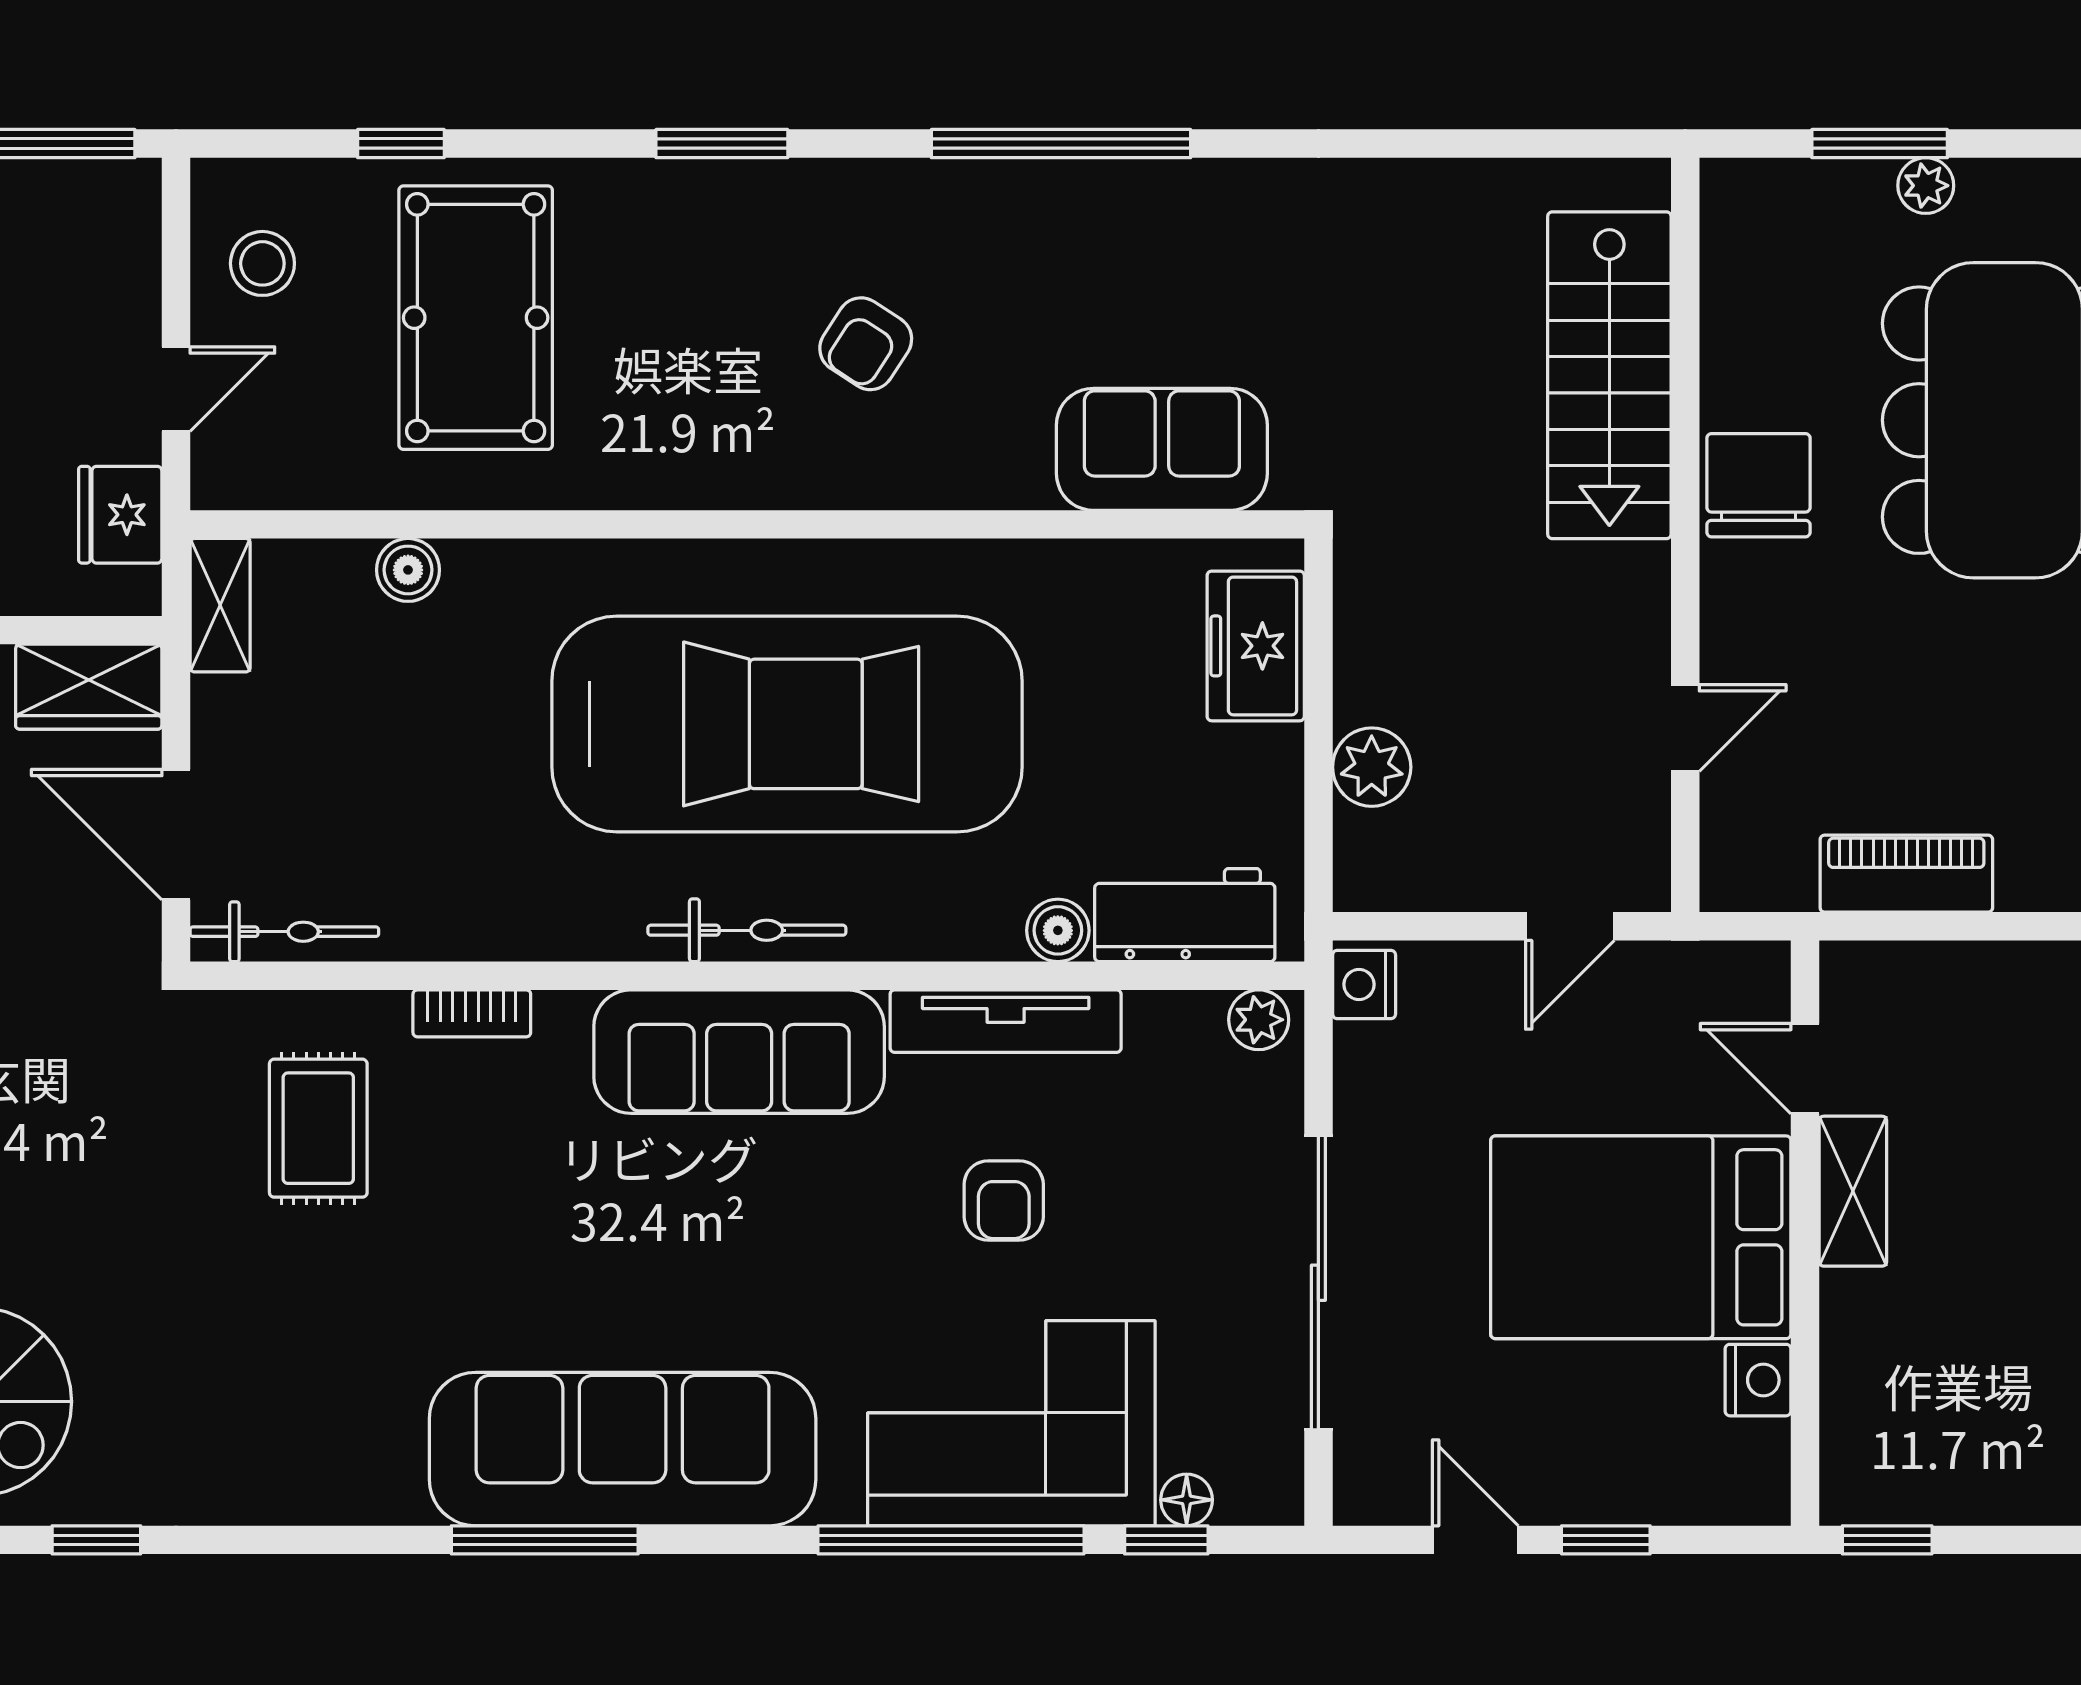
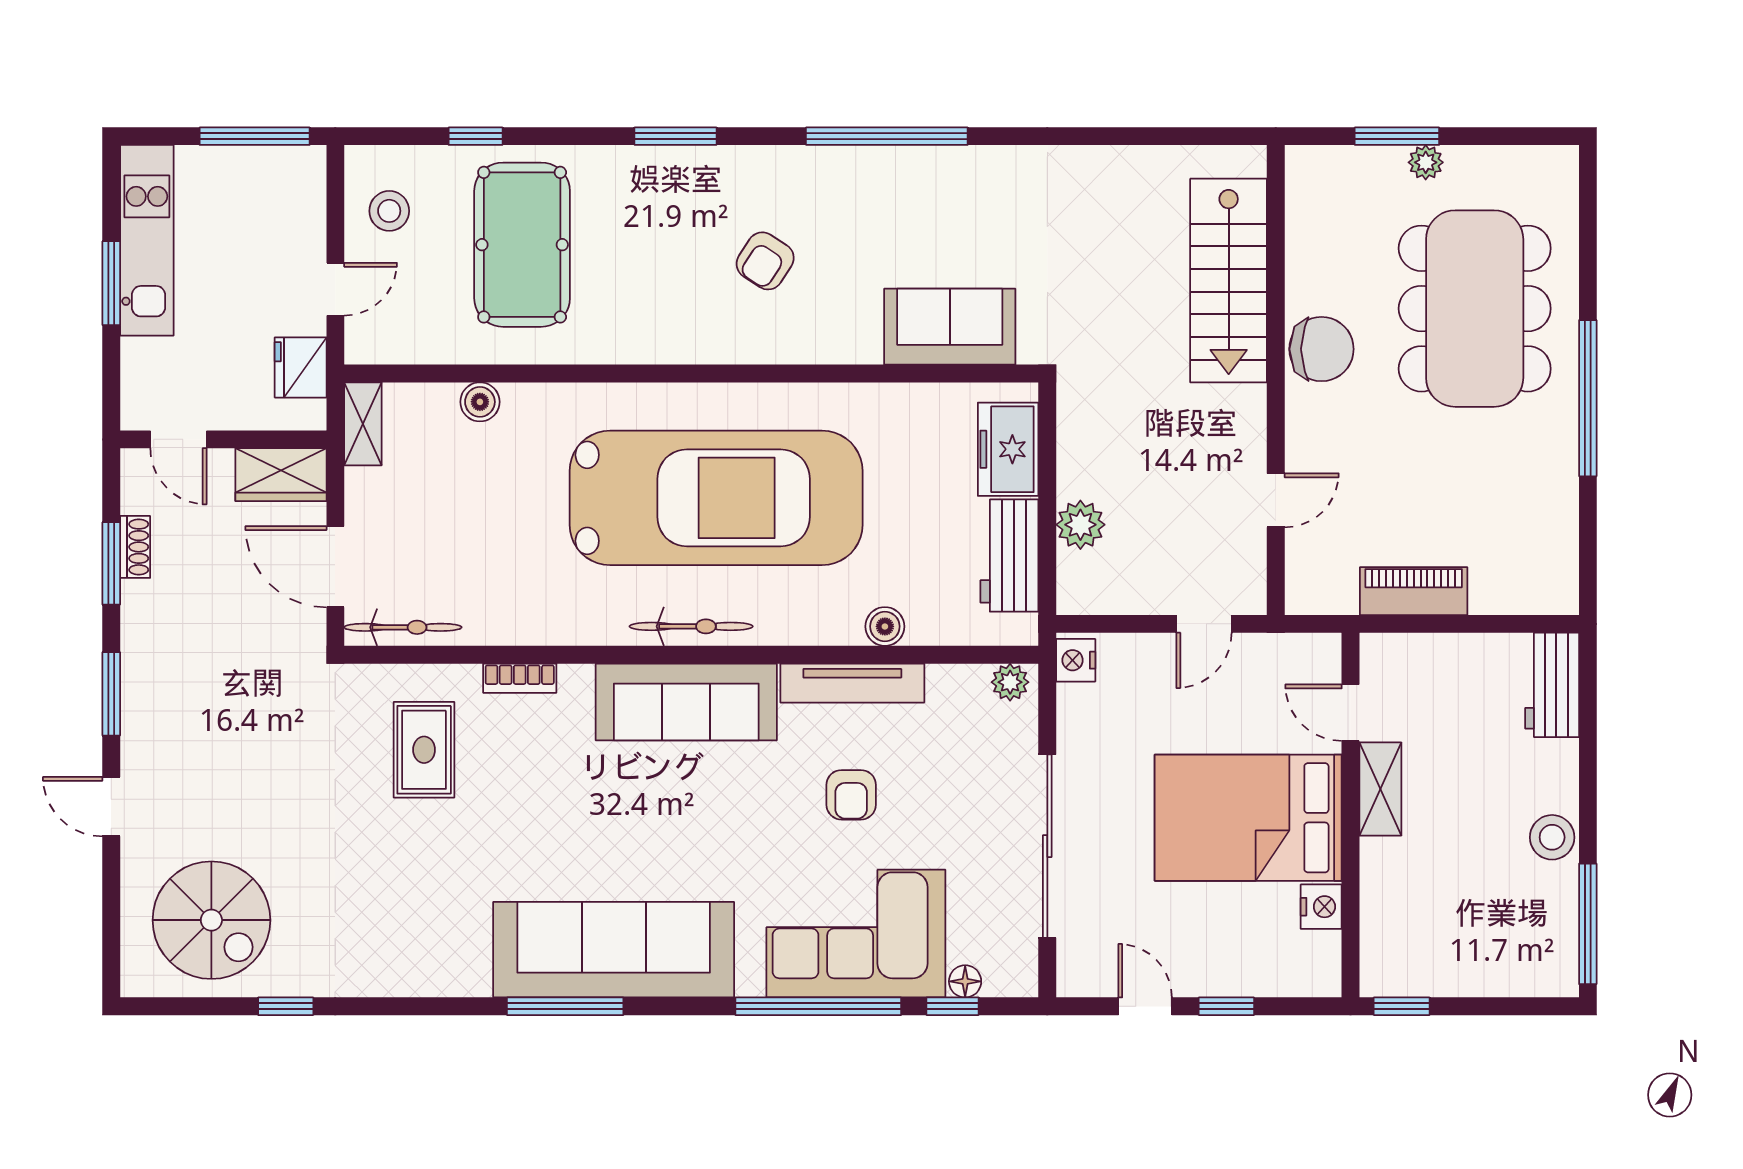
chair: (1758, 485) -> (1321, 349), turned 90
workbench: (1185, 915) -> (1009, 556), moved, turned -90

